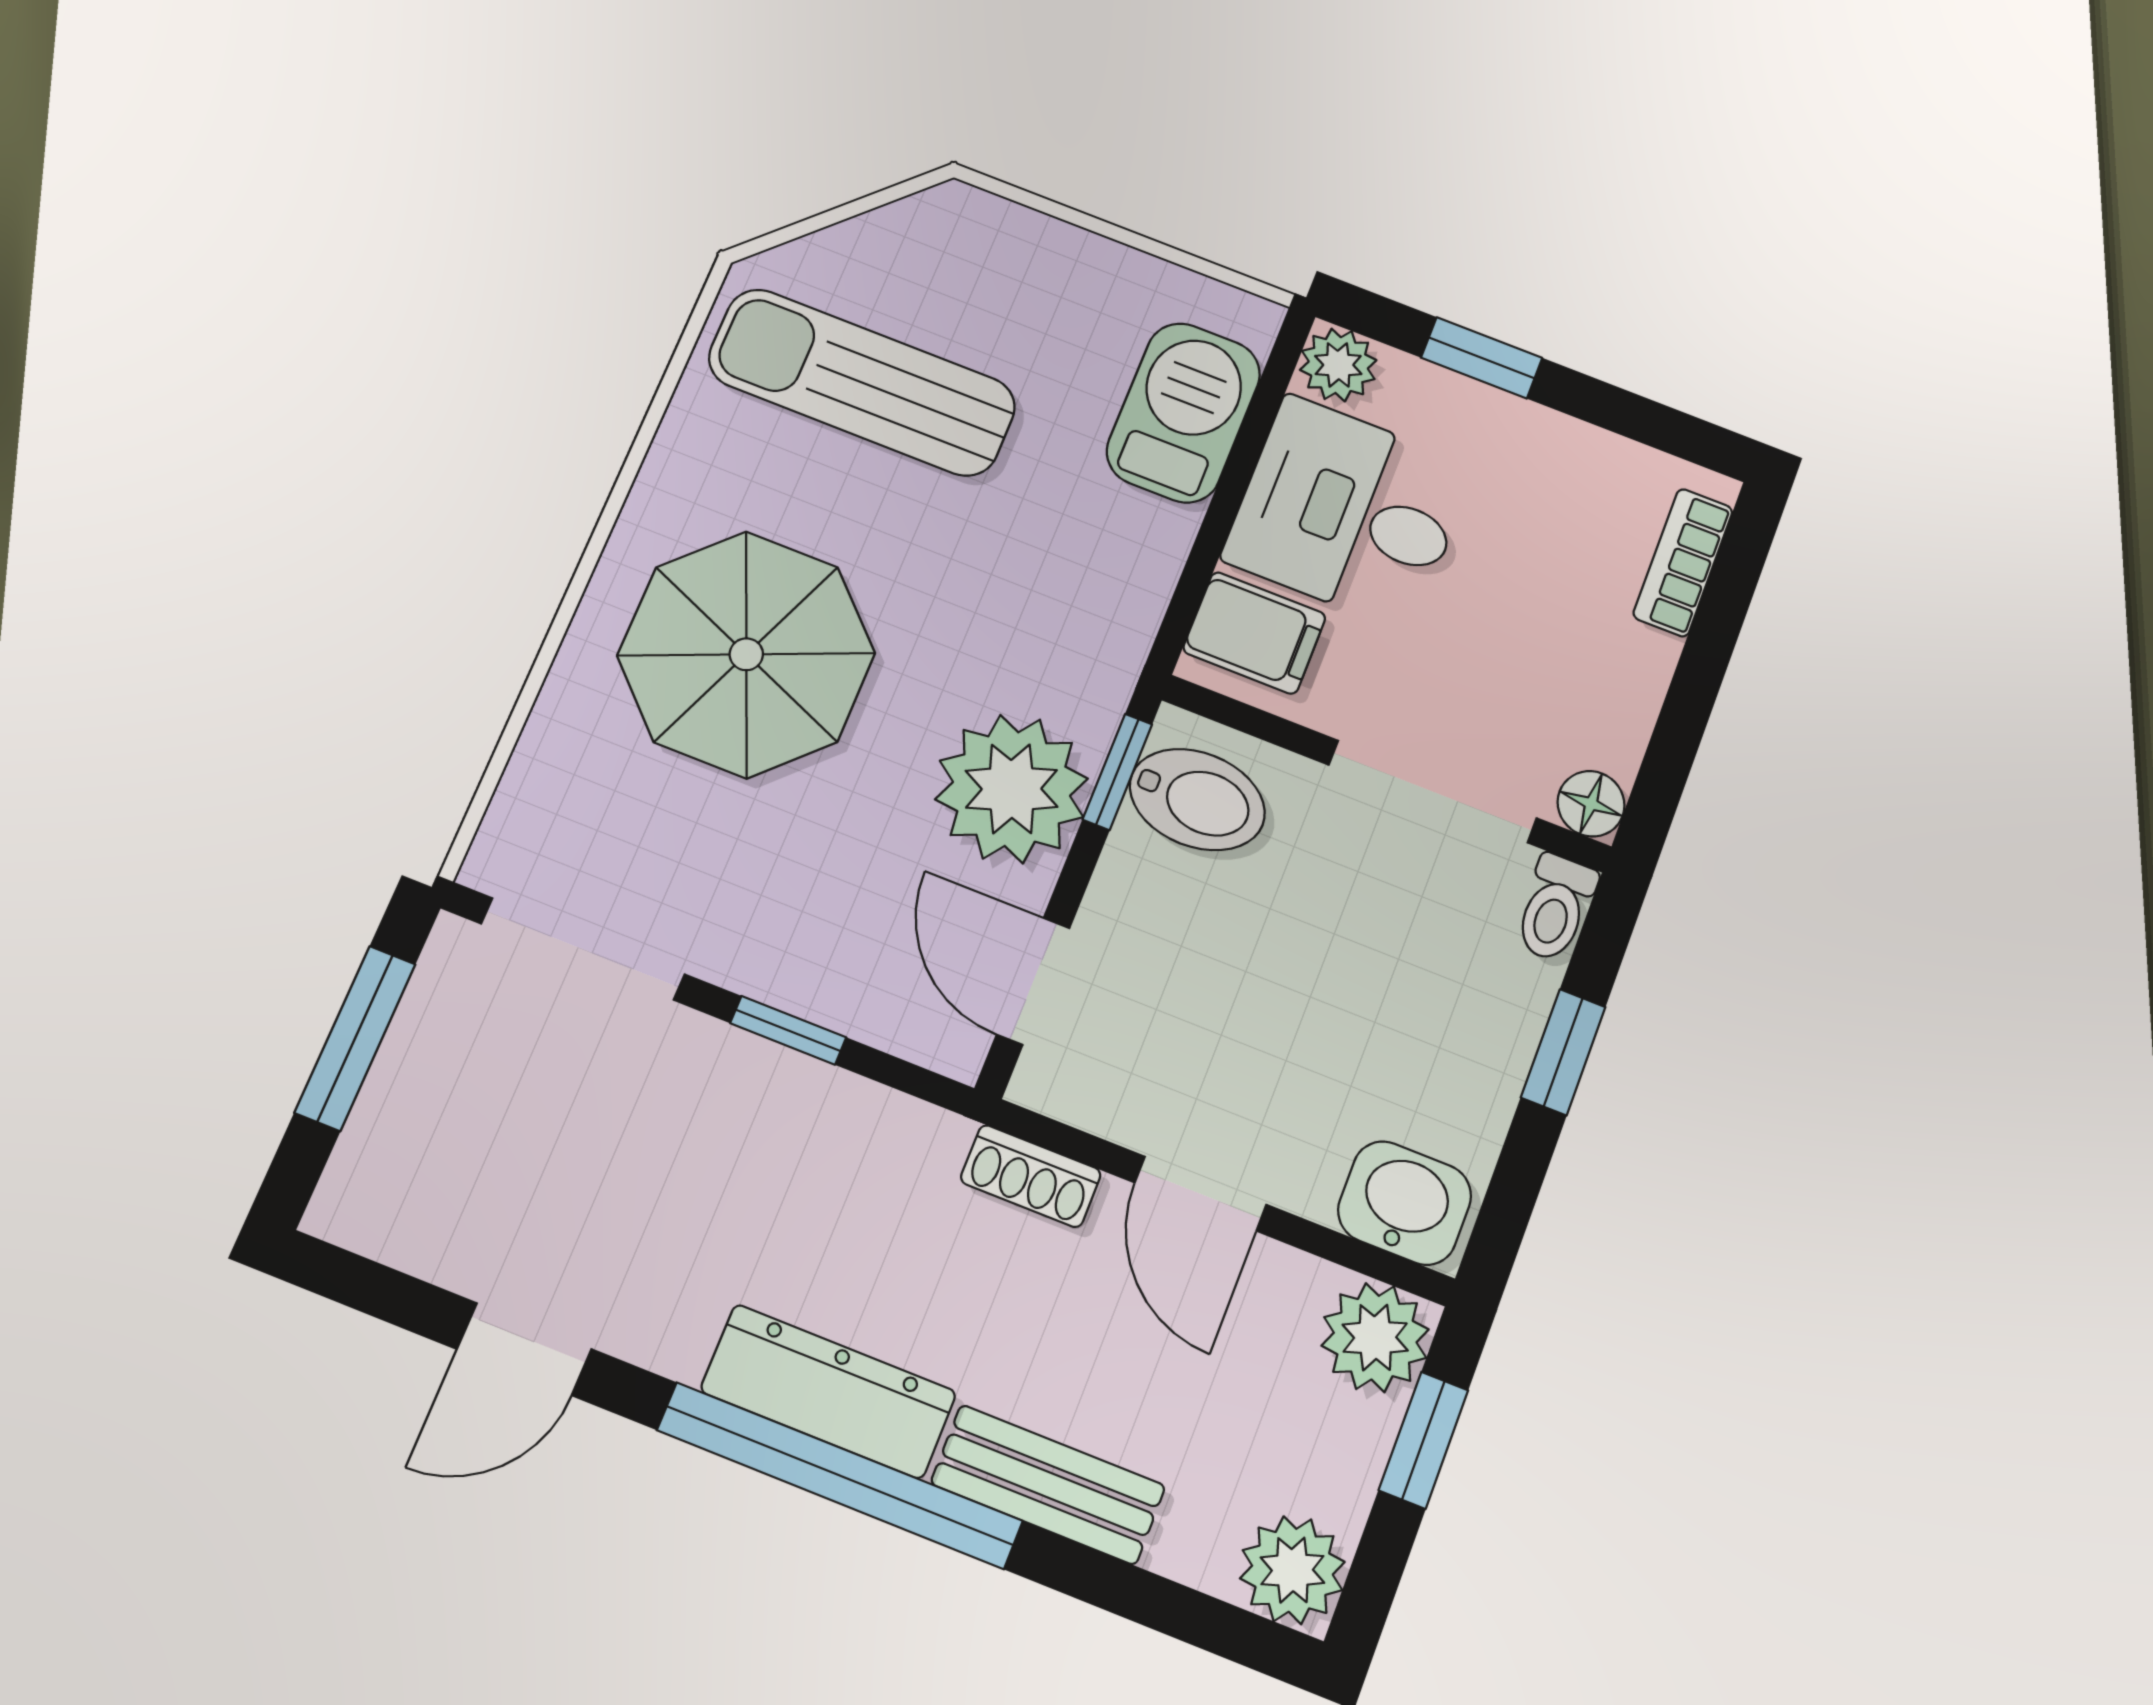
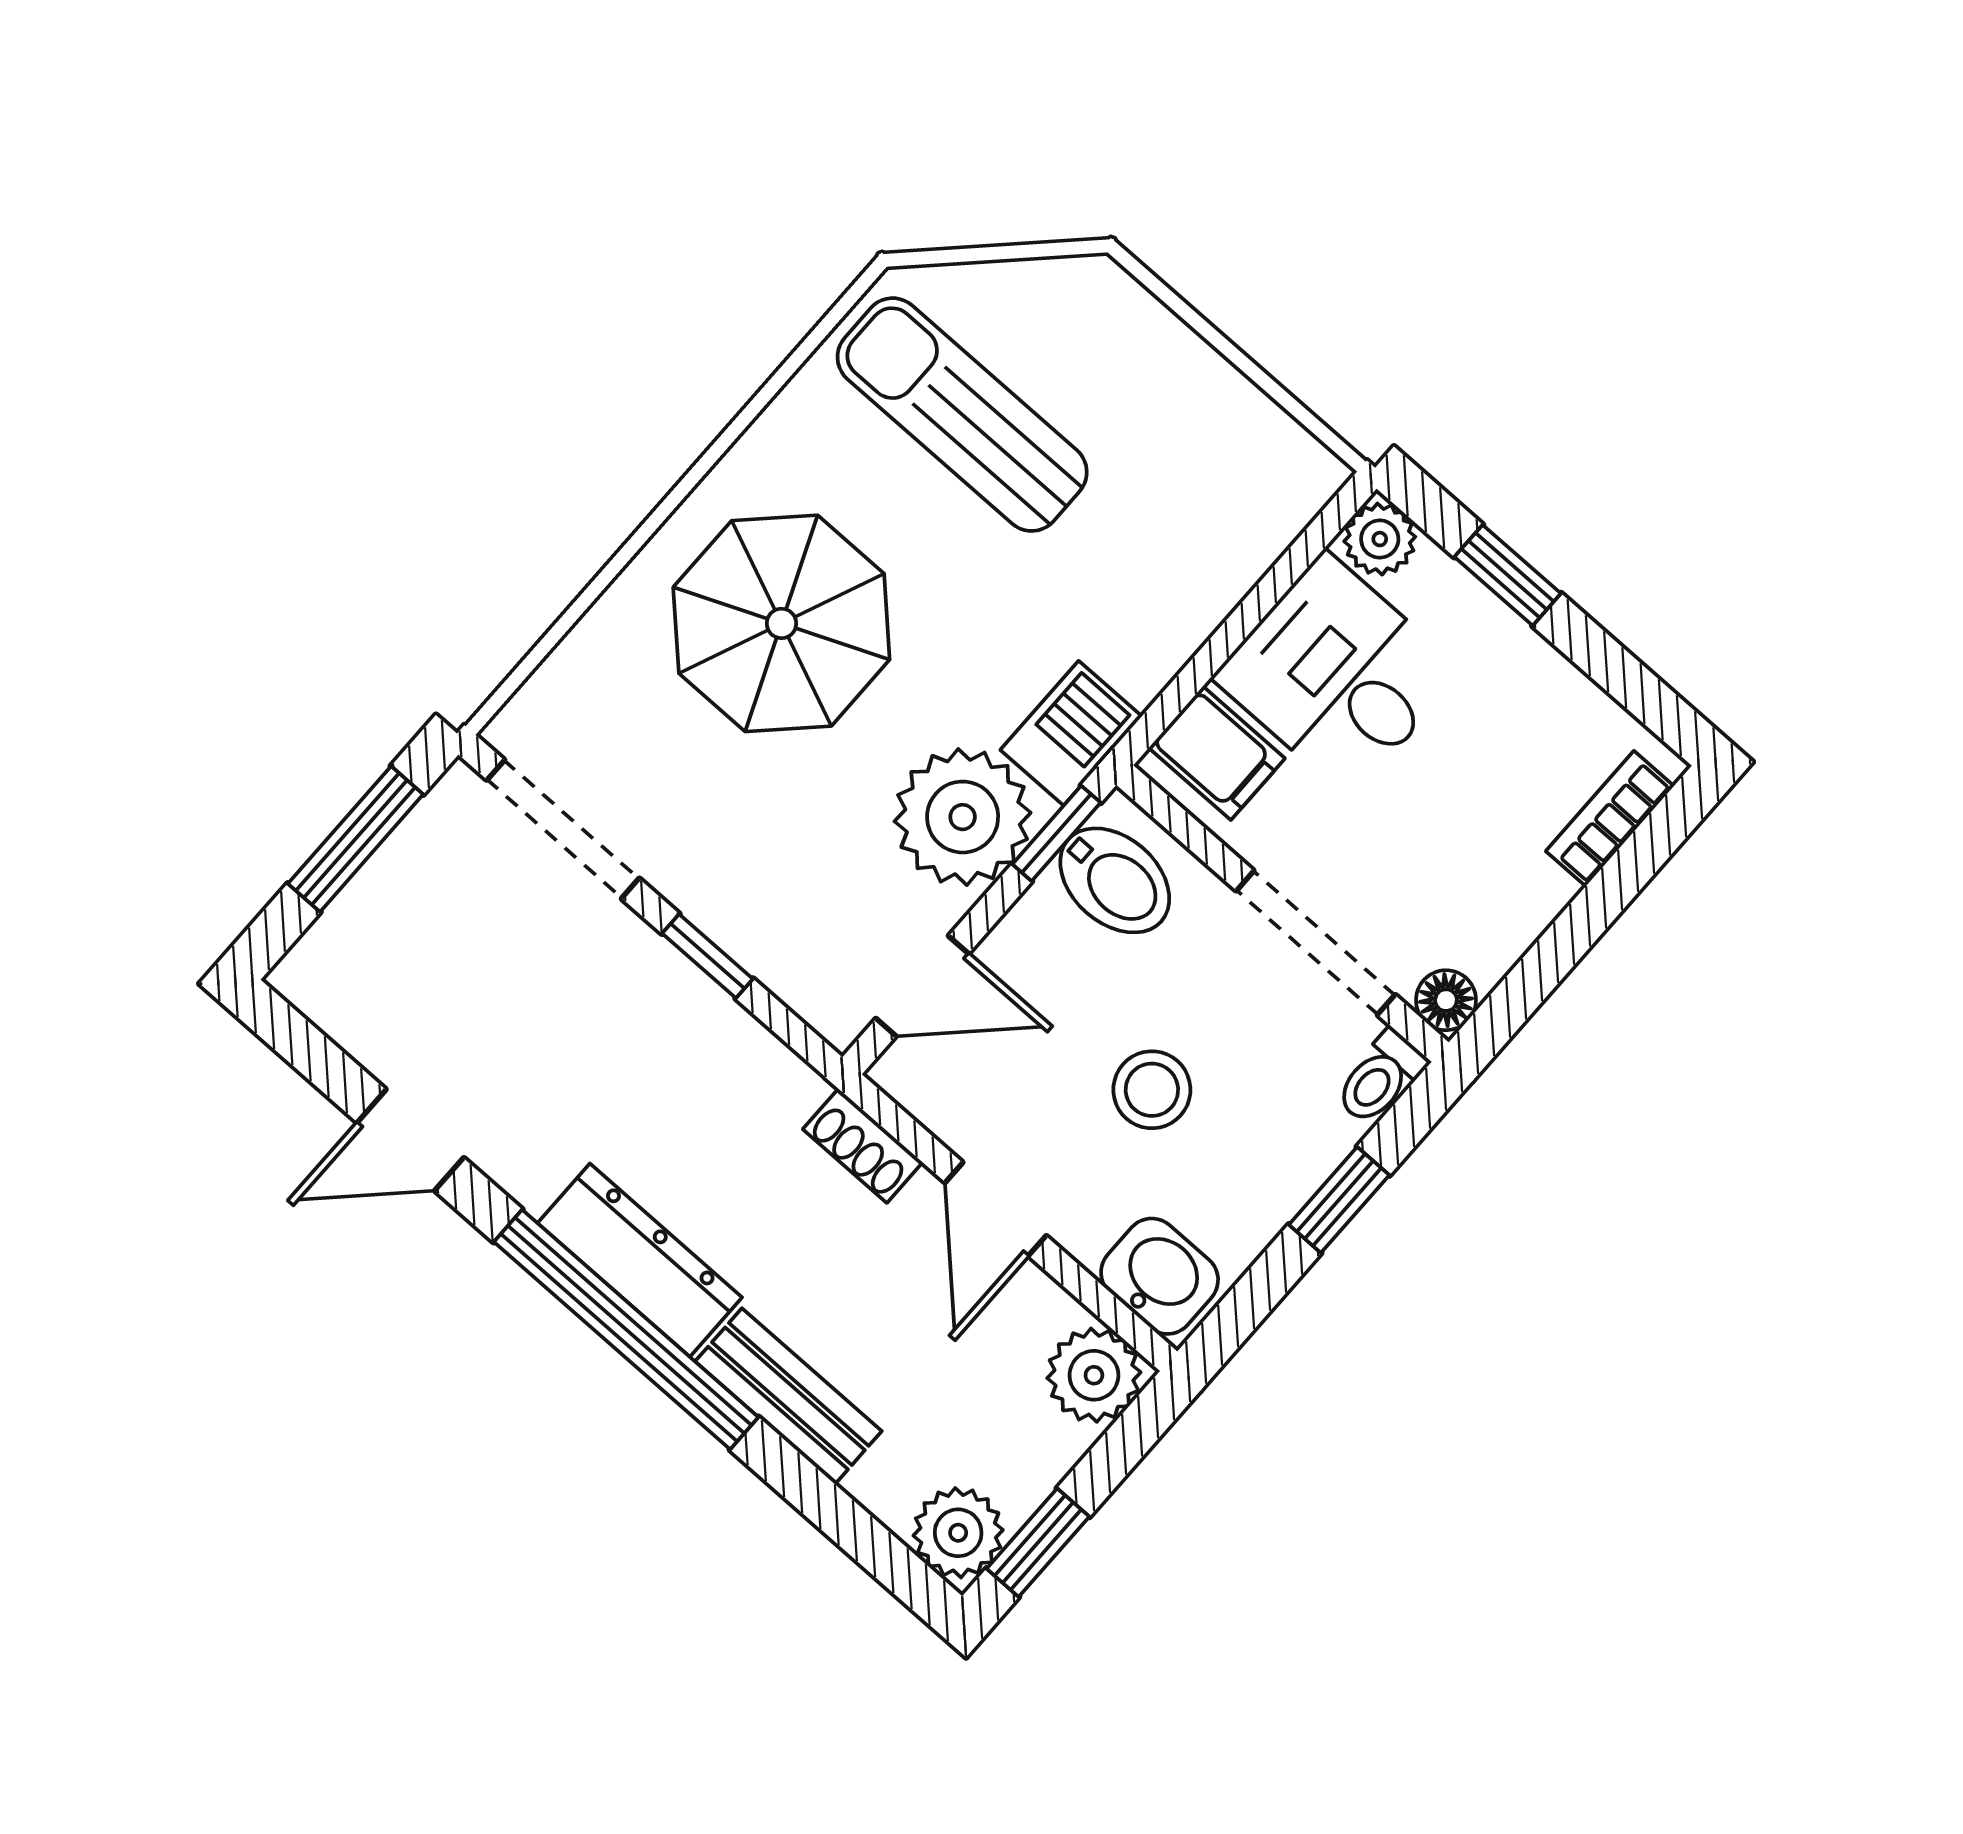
barbecue: (1184, 413) -> (1071, 733), moved, width x0.73, depth x0.79
door: (1033, 981) -> (922, 986), swing flipped
stool: (1320, 1005) -> (1152, 1090), added
window: (1423, 1440) -> (1038, 1543), moved

